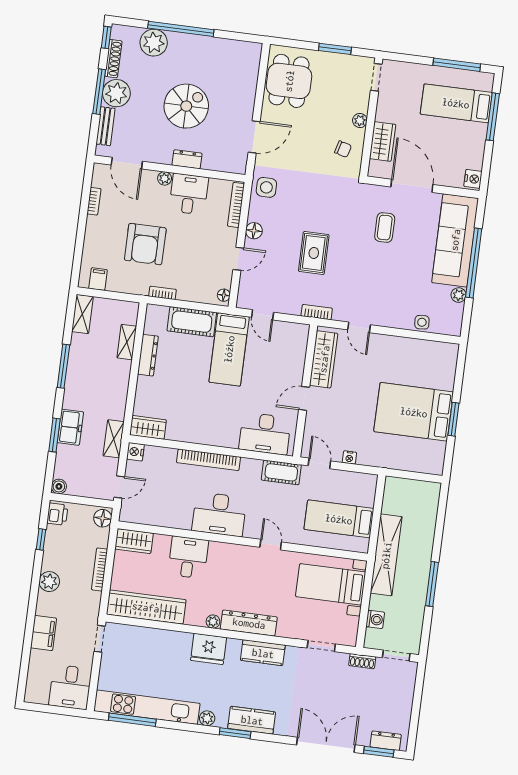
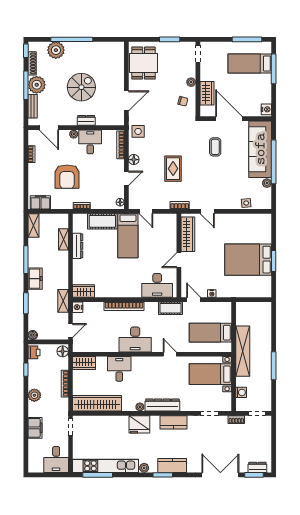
filing cabinet: (98, 279) -> (40, 202), width x2.00
freezer: (70, 427) -> (35, 279), moved

